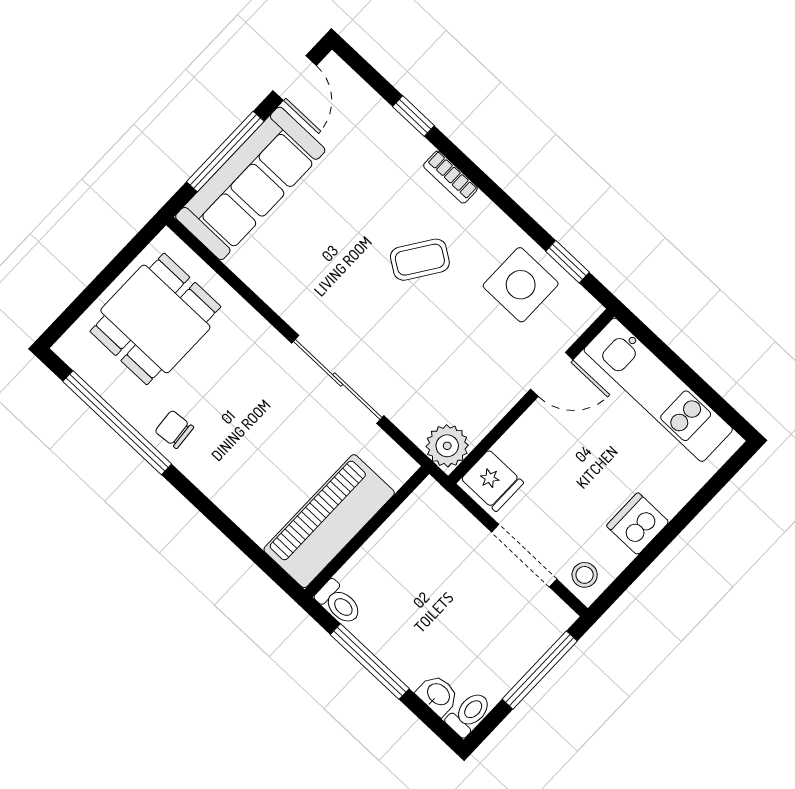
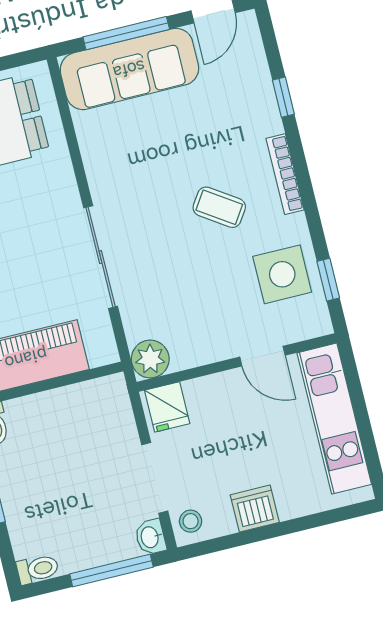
bookcase: (450, 177) -> (285, 174), width x1.56
washbasin: (438, 695) -> (150, 537), moved, turned 180

